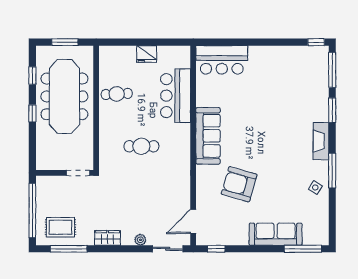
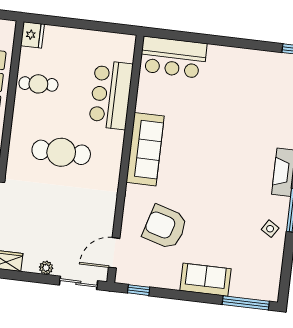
fridge: (147, 54) -> (32, 35), moved, turned -90
cafe table: (141, 146) -> (61, 152), width x1.37, depth x1.35
armchair: (239, 184) -> (165, 227), moved
sofa: (276, 234) -> (205, 280), width x0.73

